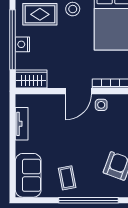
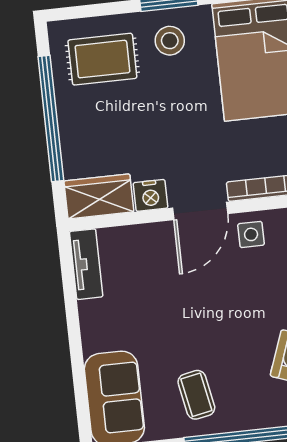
nightstand: (22, 44) -> (150, 195), moved, turned -90
tv unit: (22, 124) -> (86, 264), moved

